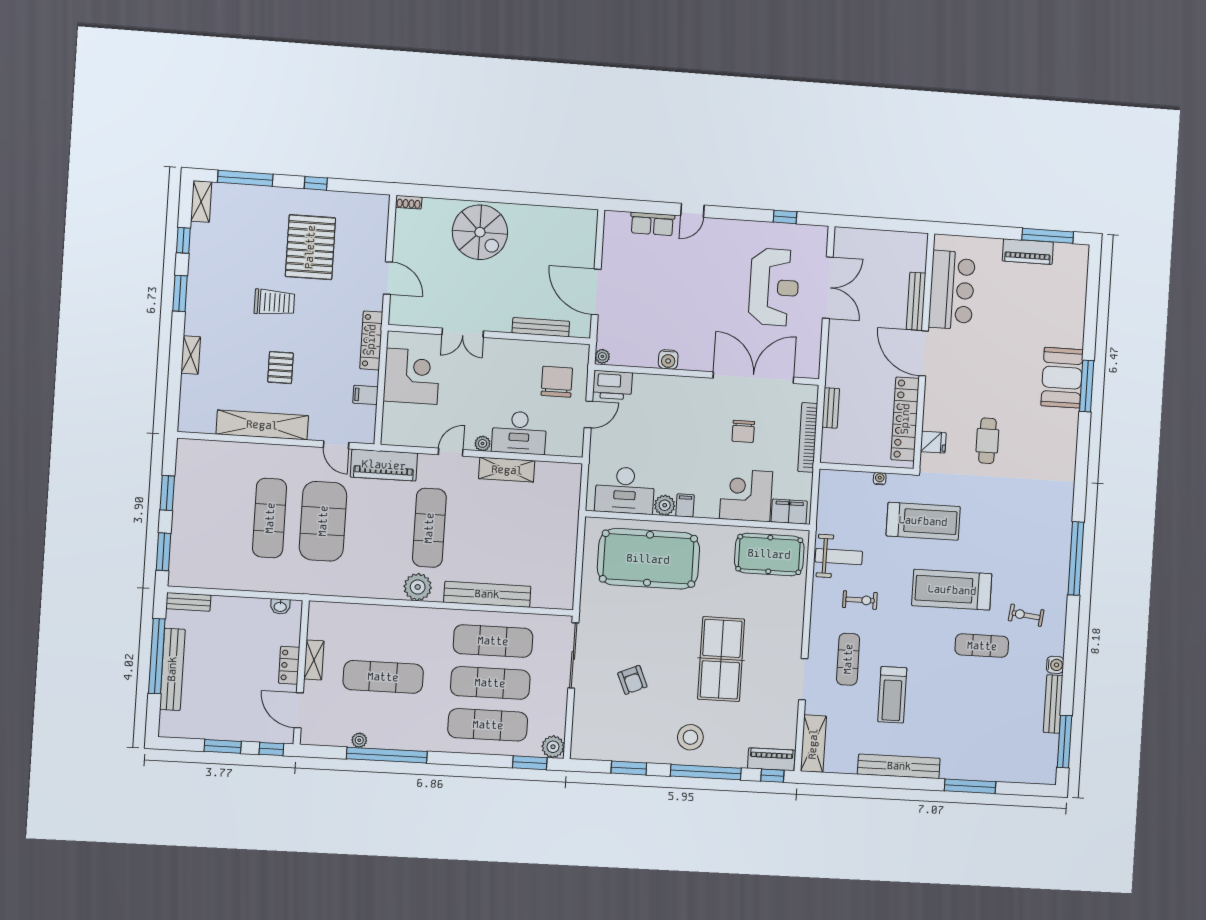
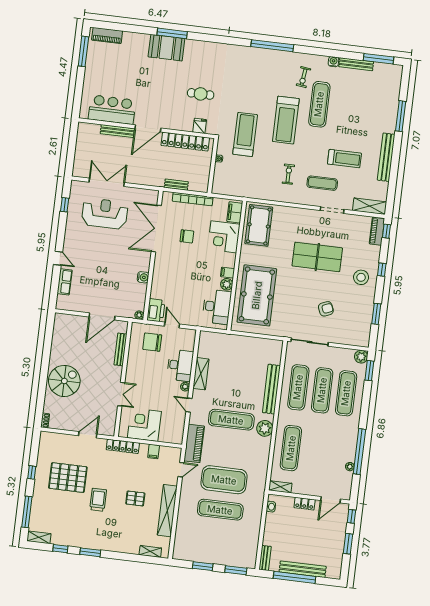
piano: (1028, 252) -> (107, 35), moved, turned 90
shelving: (191, 355) -> (150, 551), moved
weight bench: (839, 557) -> (263, 185), removed
exercise mat: (982, 646) -> (319, 104), width x1.36, depth x1.45
shelving: (314, 660) -> (280, 487), moved
exercise mat: (383, 677) -> (291, 448), moved
window: (706, 772) -> (382, 270), width x0.32

